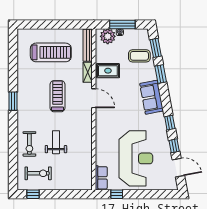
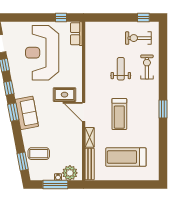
rug: (108, 71) -> (64, 95), moved
window: (161, 74) -> (13, 112), moved
weight bench: (56, 142) -> (121, 69), turned 180

